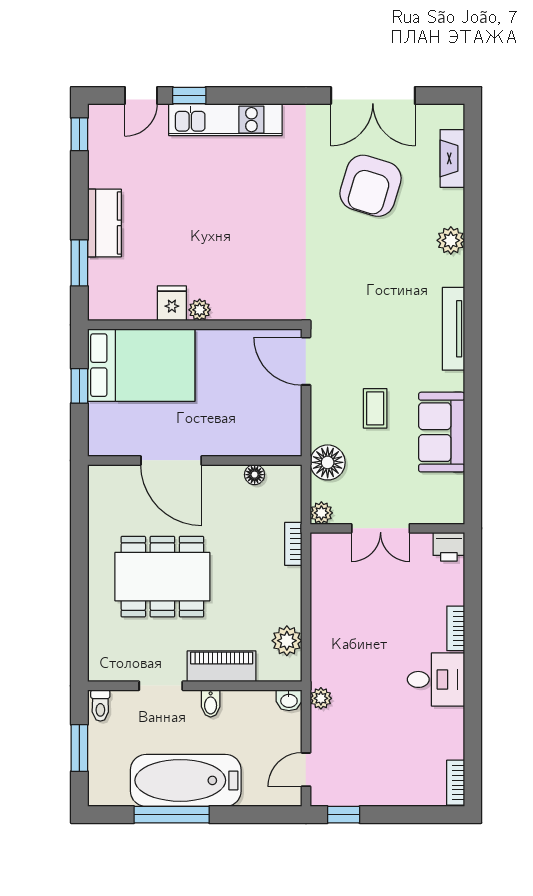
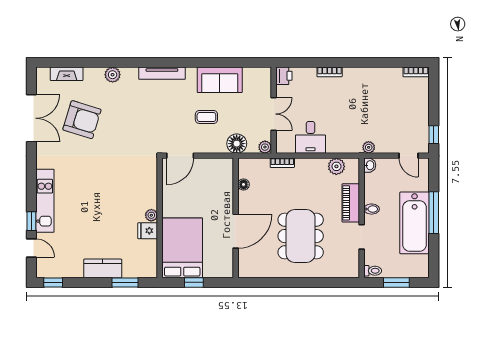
desk: (436, 679) -> (310, 137), moved, turned 180
window: (172, 815) -> (434, 213), moved

